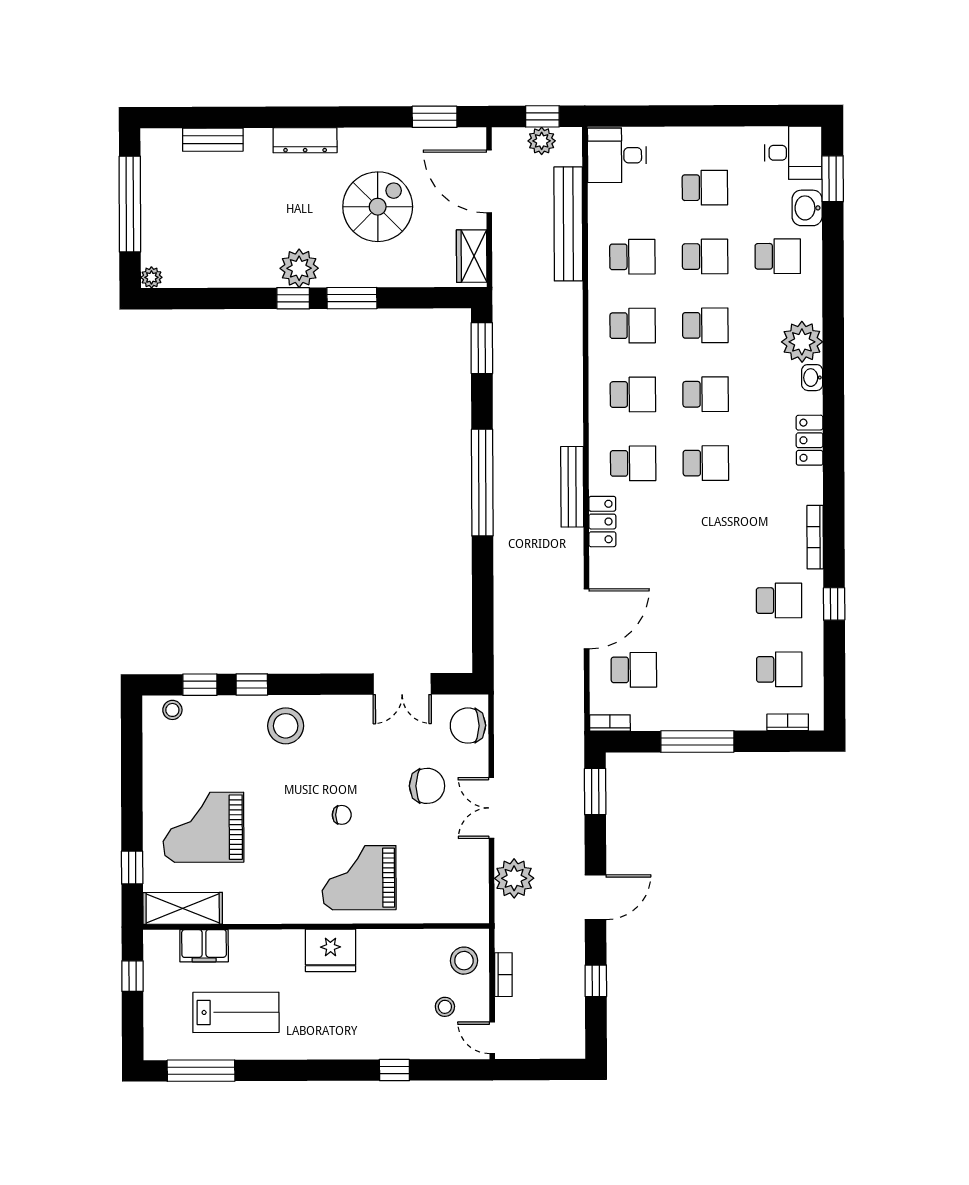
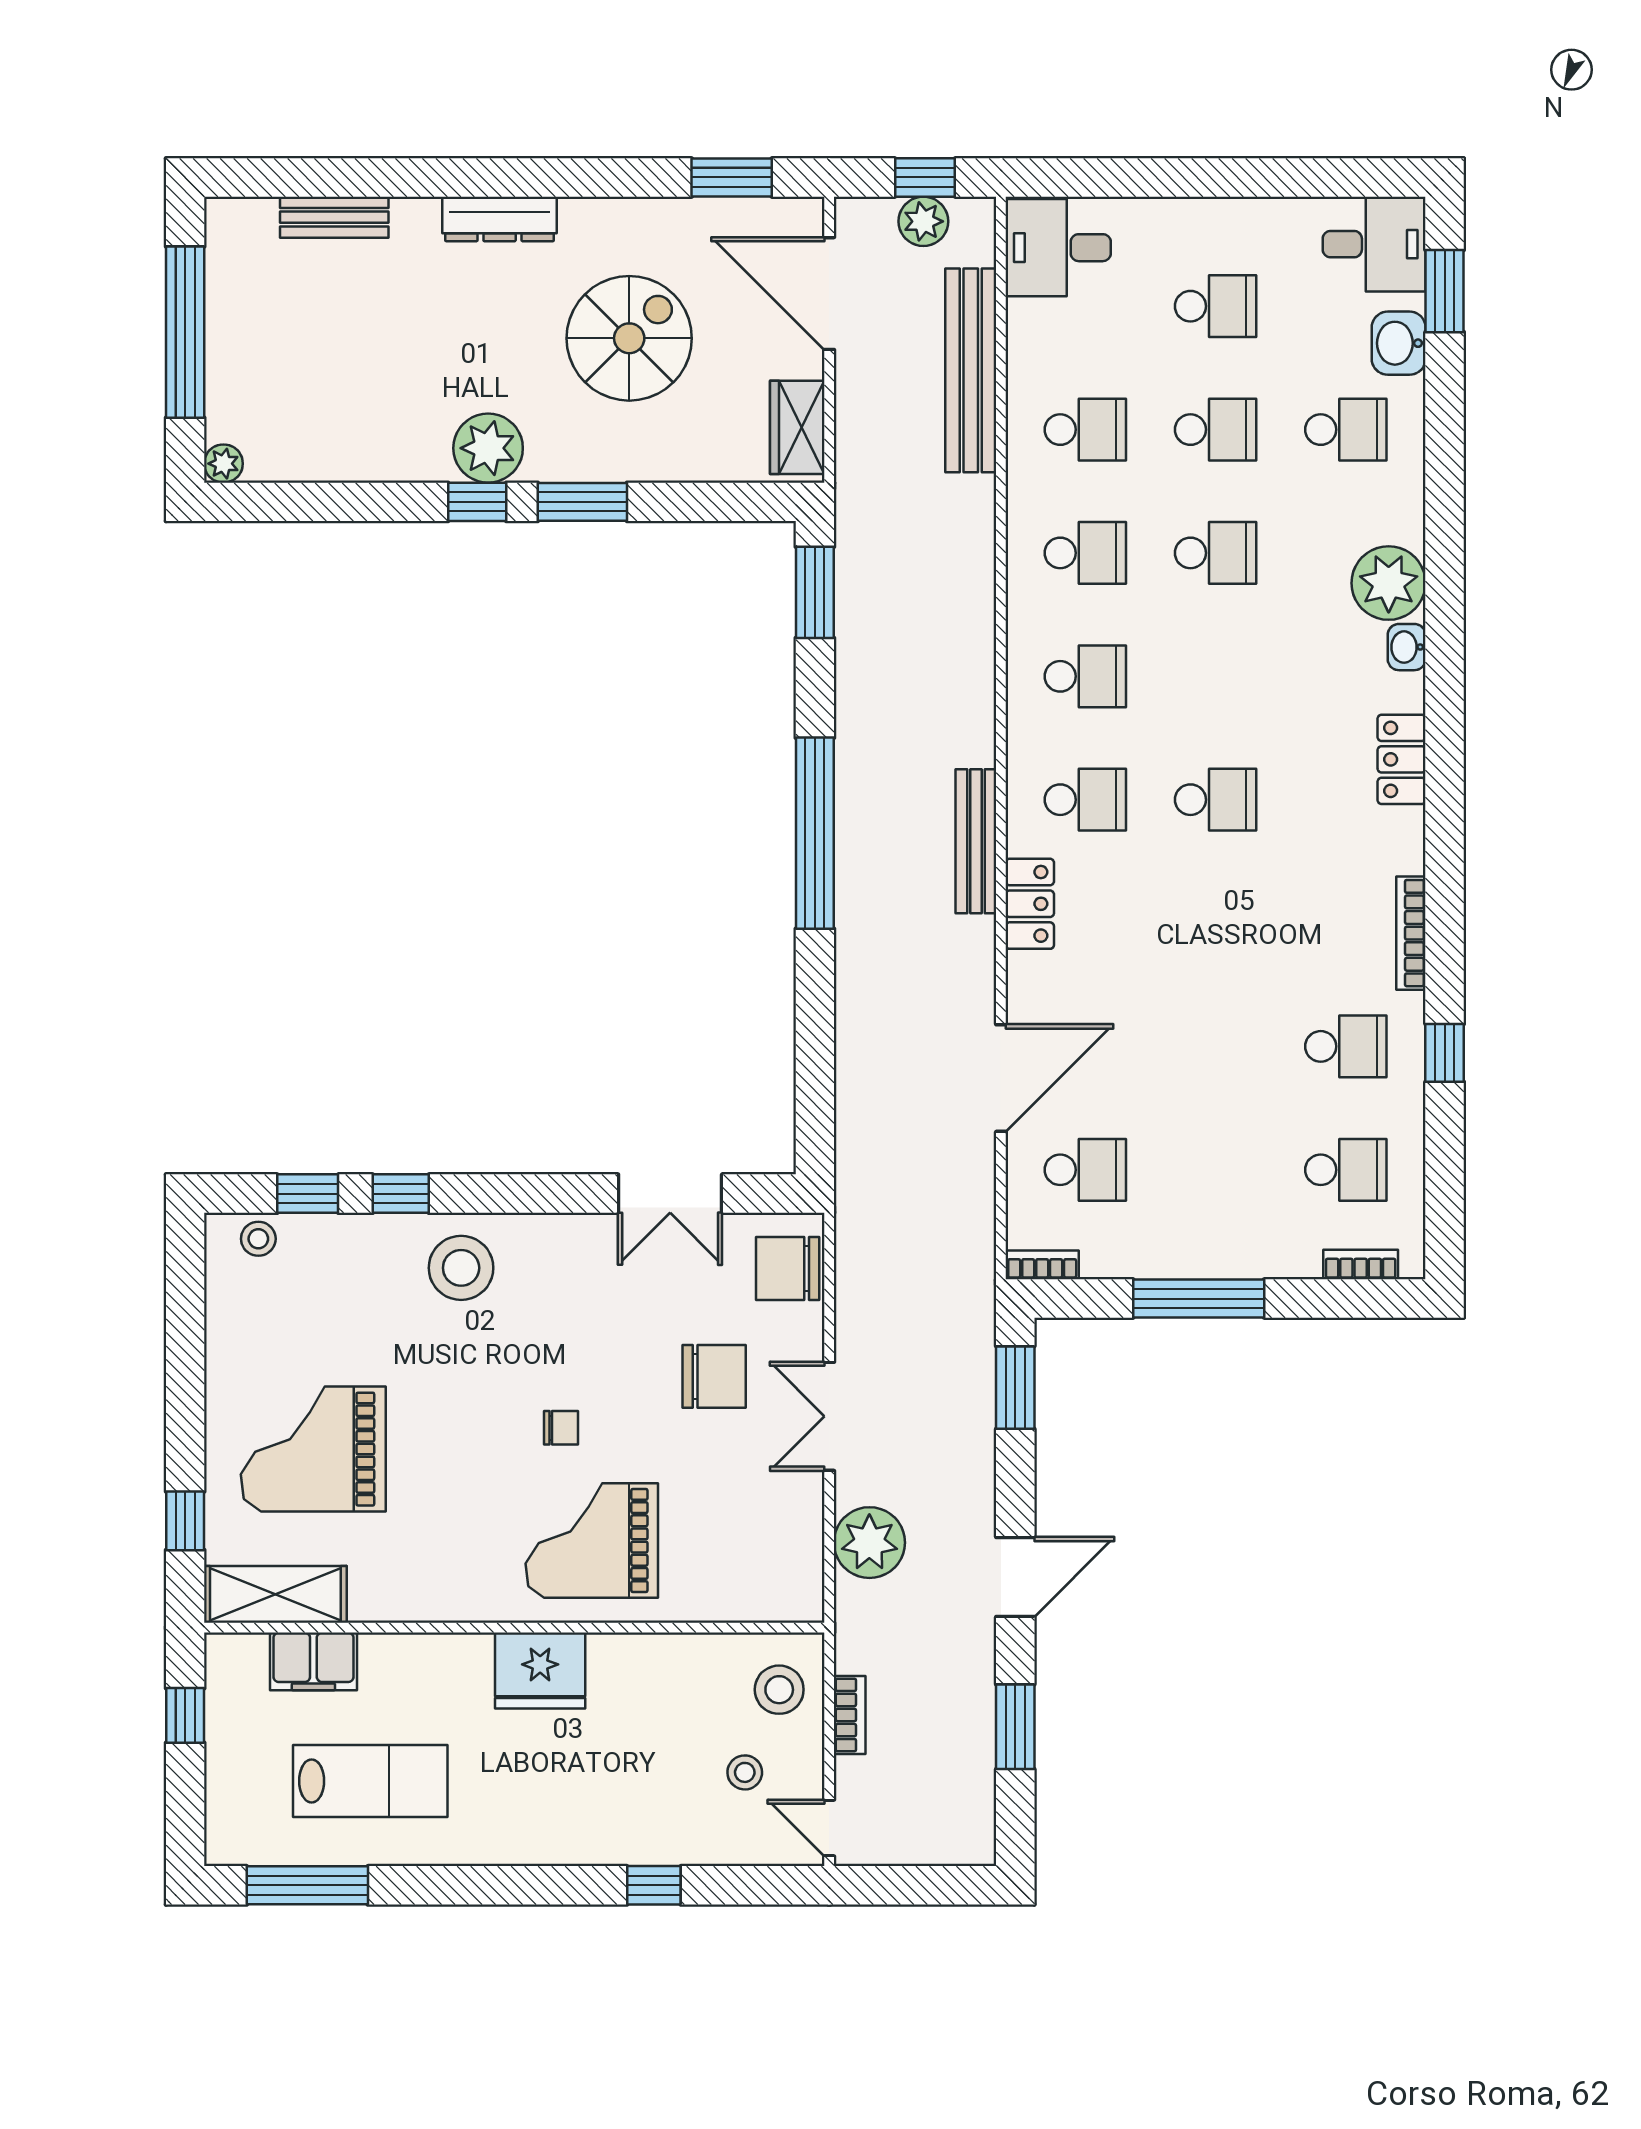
school desk: (706, 394) -> (1216, 676), removed
window: (596, 981) -> (1015, 1727), width x1.50

